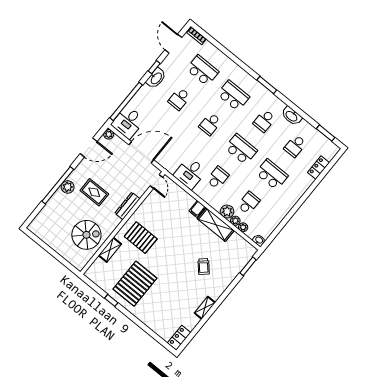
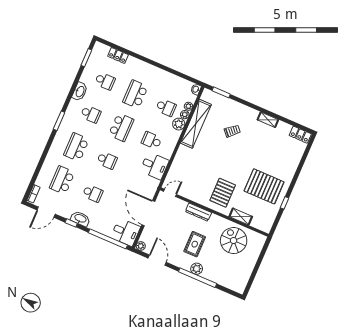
school desk: (241, 149) -> (121, 127), turned 180
school desk: (249, 203) -> (166, 107), turned 180
filing cabinet: (197, 209) -> (184, 151), removed
shelving: (216, 225) -> (196, 124), width x1.47

